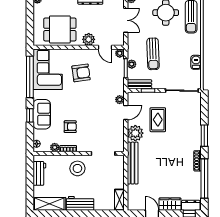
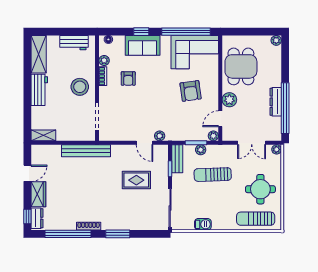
plant: (135, 133) -> (121, 154), removed

